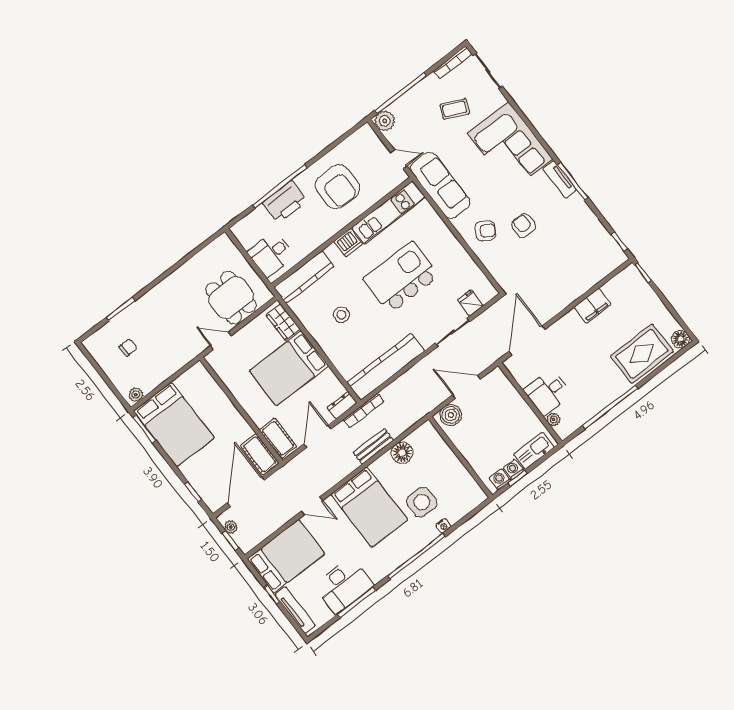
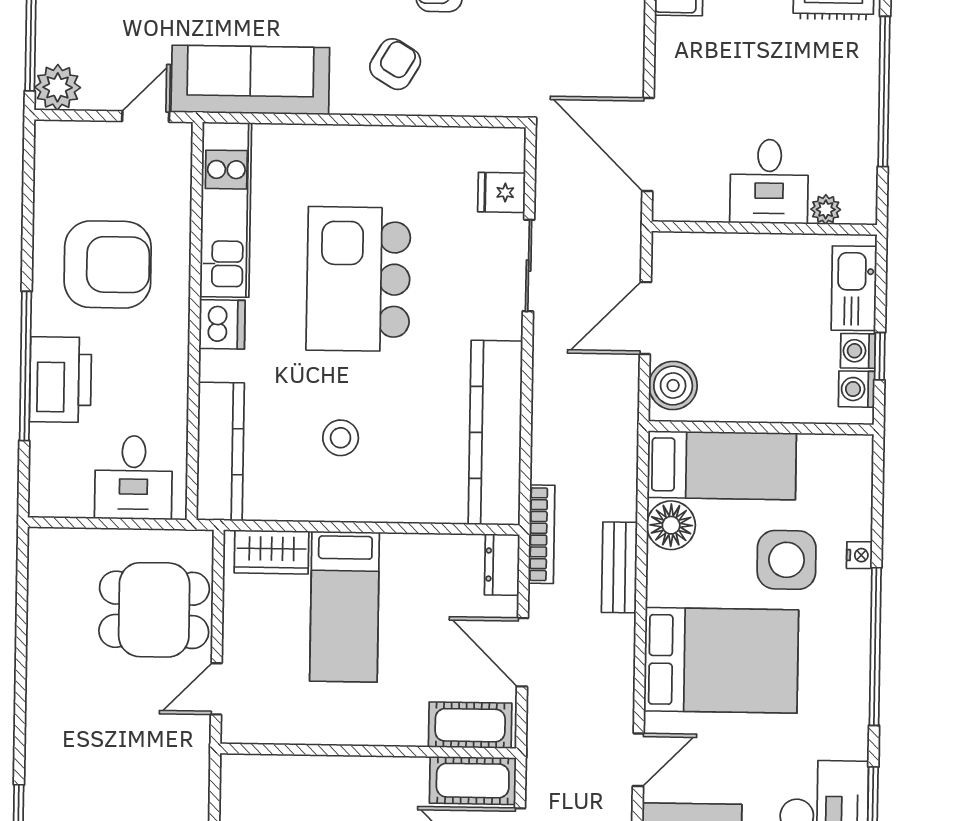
bed: (289, 368) -> (345, 607), width x0.67
bed: (437, 454) -> (722, 465), added

